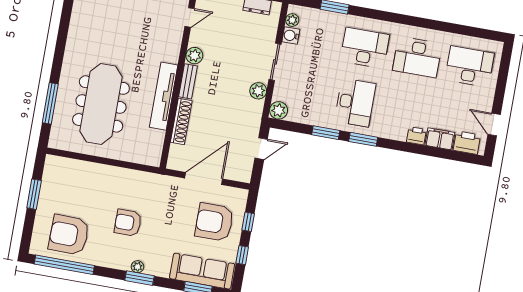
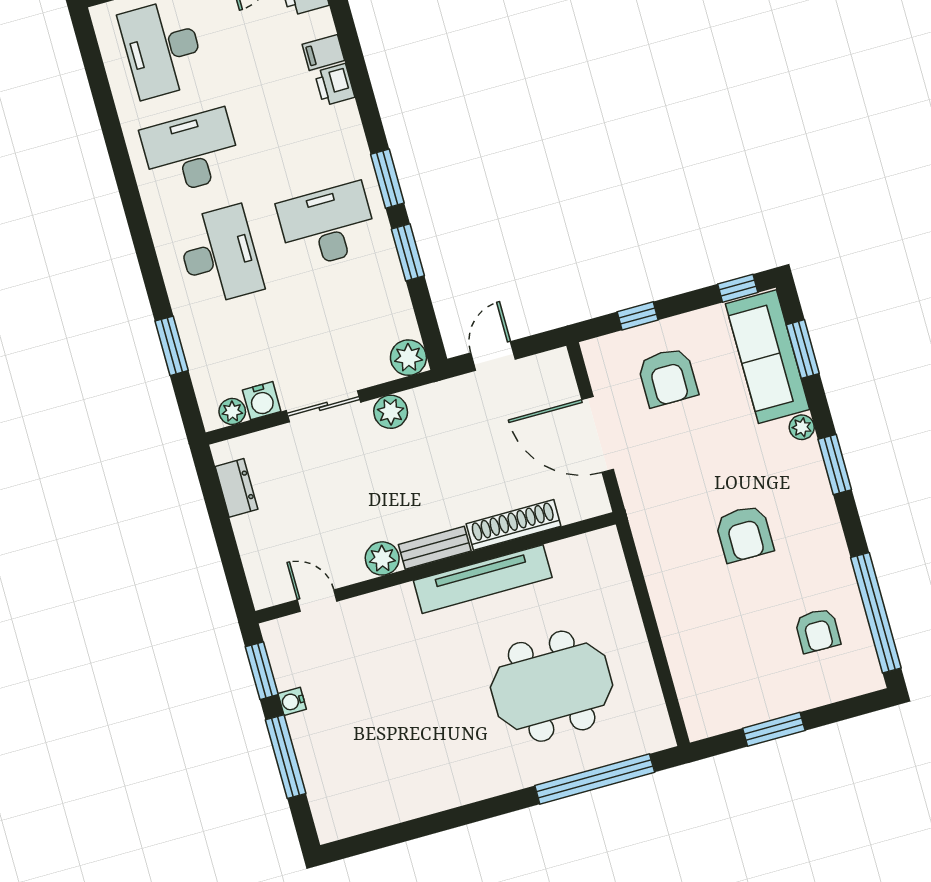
desk: (365, 48) -> (220, 255), turned 180
desk: (417, 57) -> (191, 152), turned -90
window: (50, 103) -> (595, 779), width x1.46
meeting table: (101, 104) -> (552, 686), width x0.73
filing cabinet: (440, 139) -> (323, 52), width x0.50
door: (261, 149) -> (493, 356), hinge flipped
armchair: (214, 222) -> (668, 377), width x0.73, depth x0.73
armchair: (69, 235) -> (818, 631), width x0.53, depth x0.53
window: (242, 255) -> (738, 288), moved
plant: (137, 267) -> (802, 427), moved

